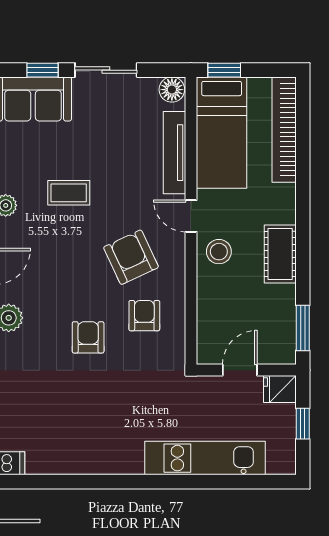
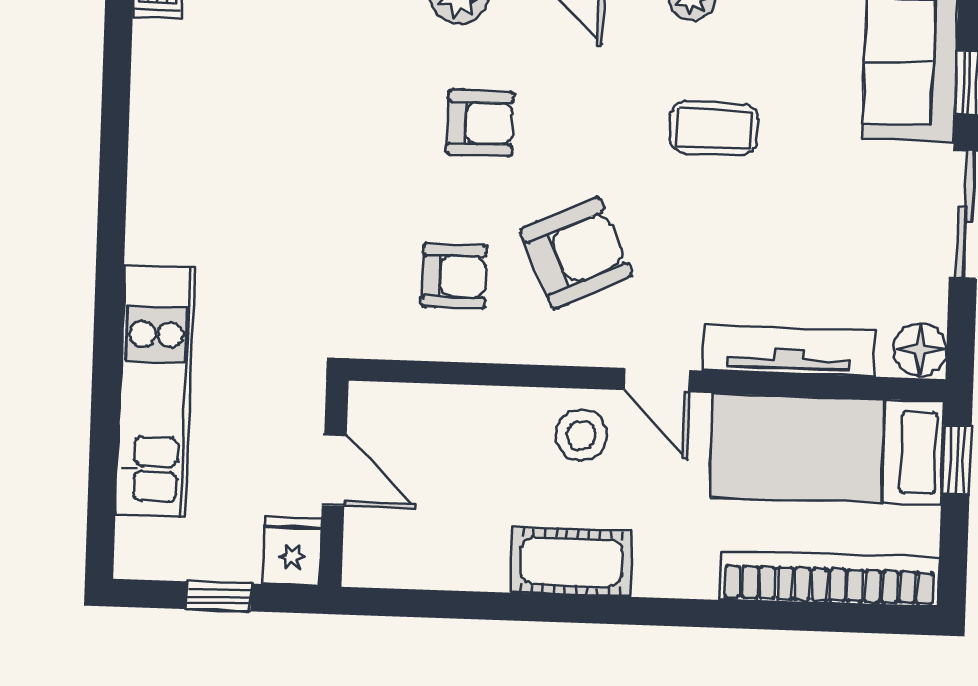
coffee table: (69, 193) -> (714, 128), turned 90
door: (191, 216) -> (657, 380), swing flipped
window: (303, 328) -> (417, 603), removed
armchair: (88, 337) -> (480, 123), moved

